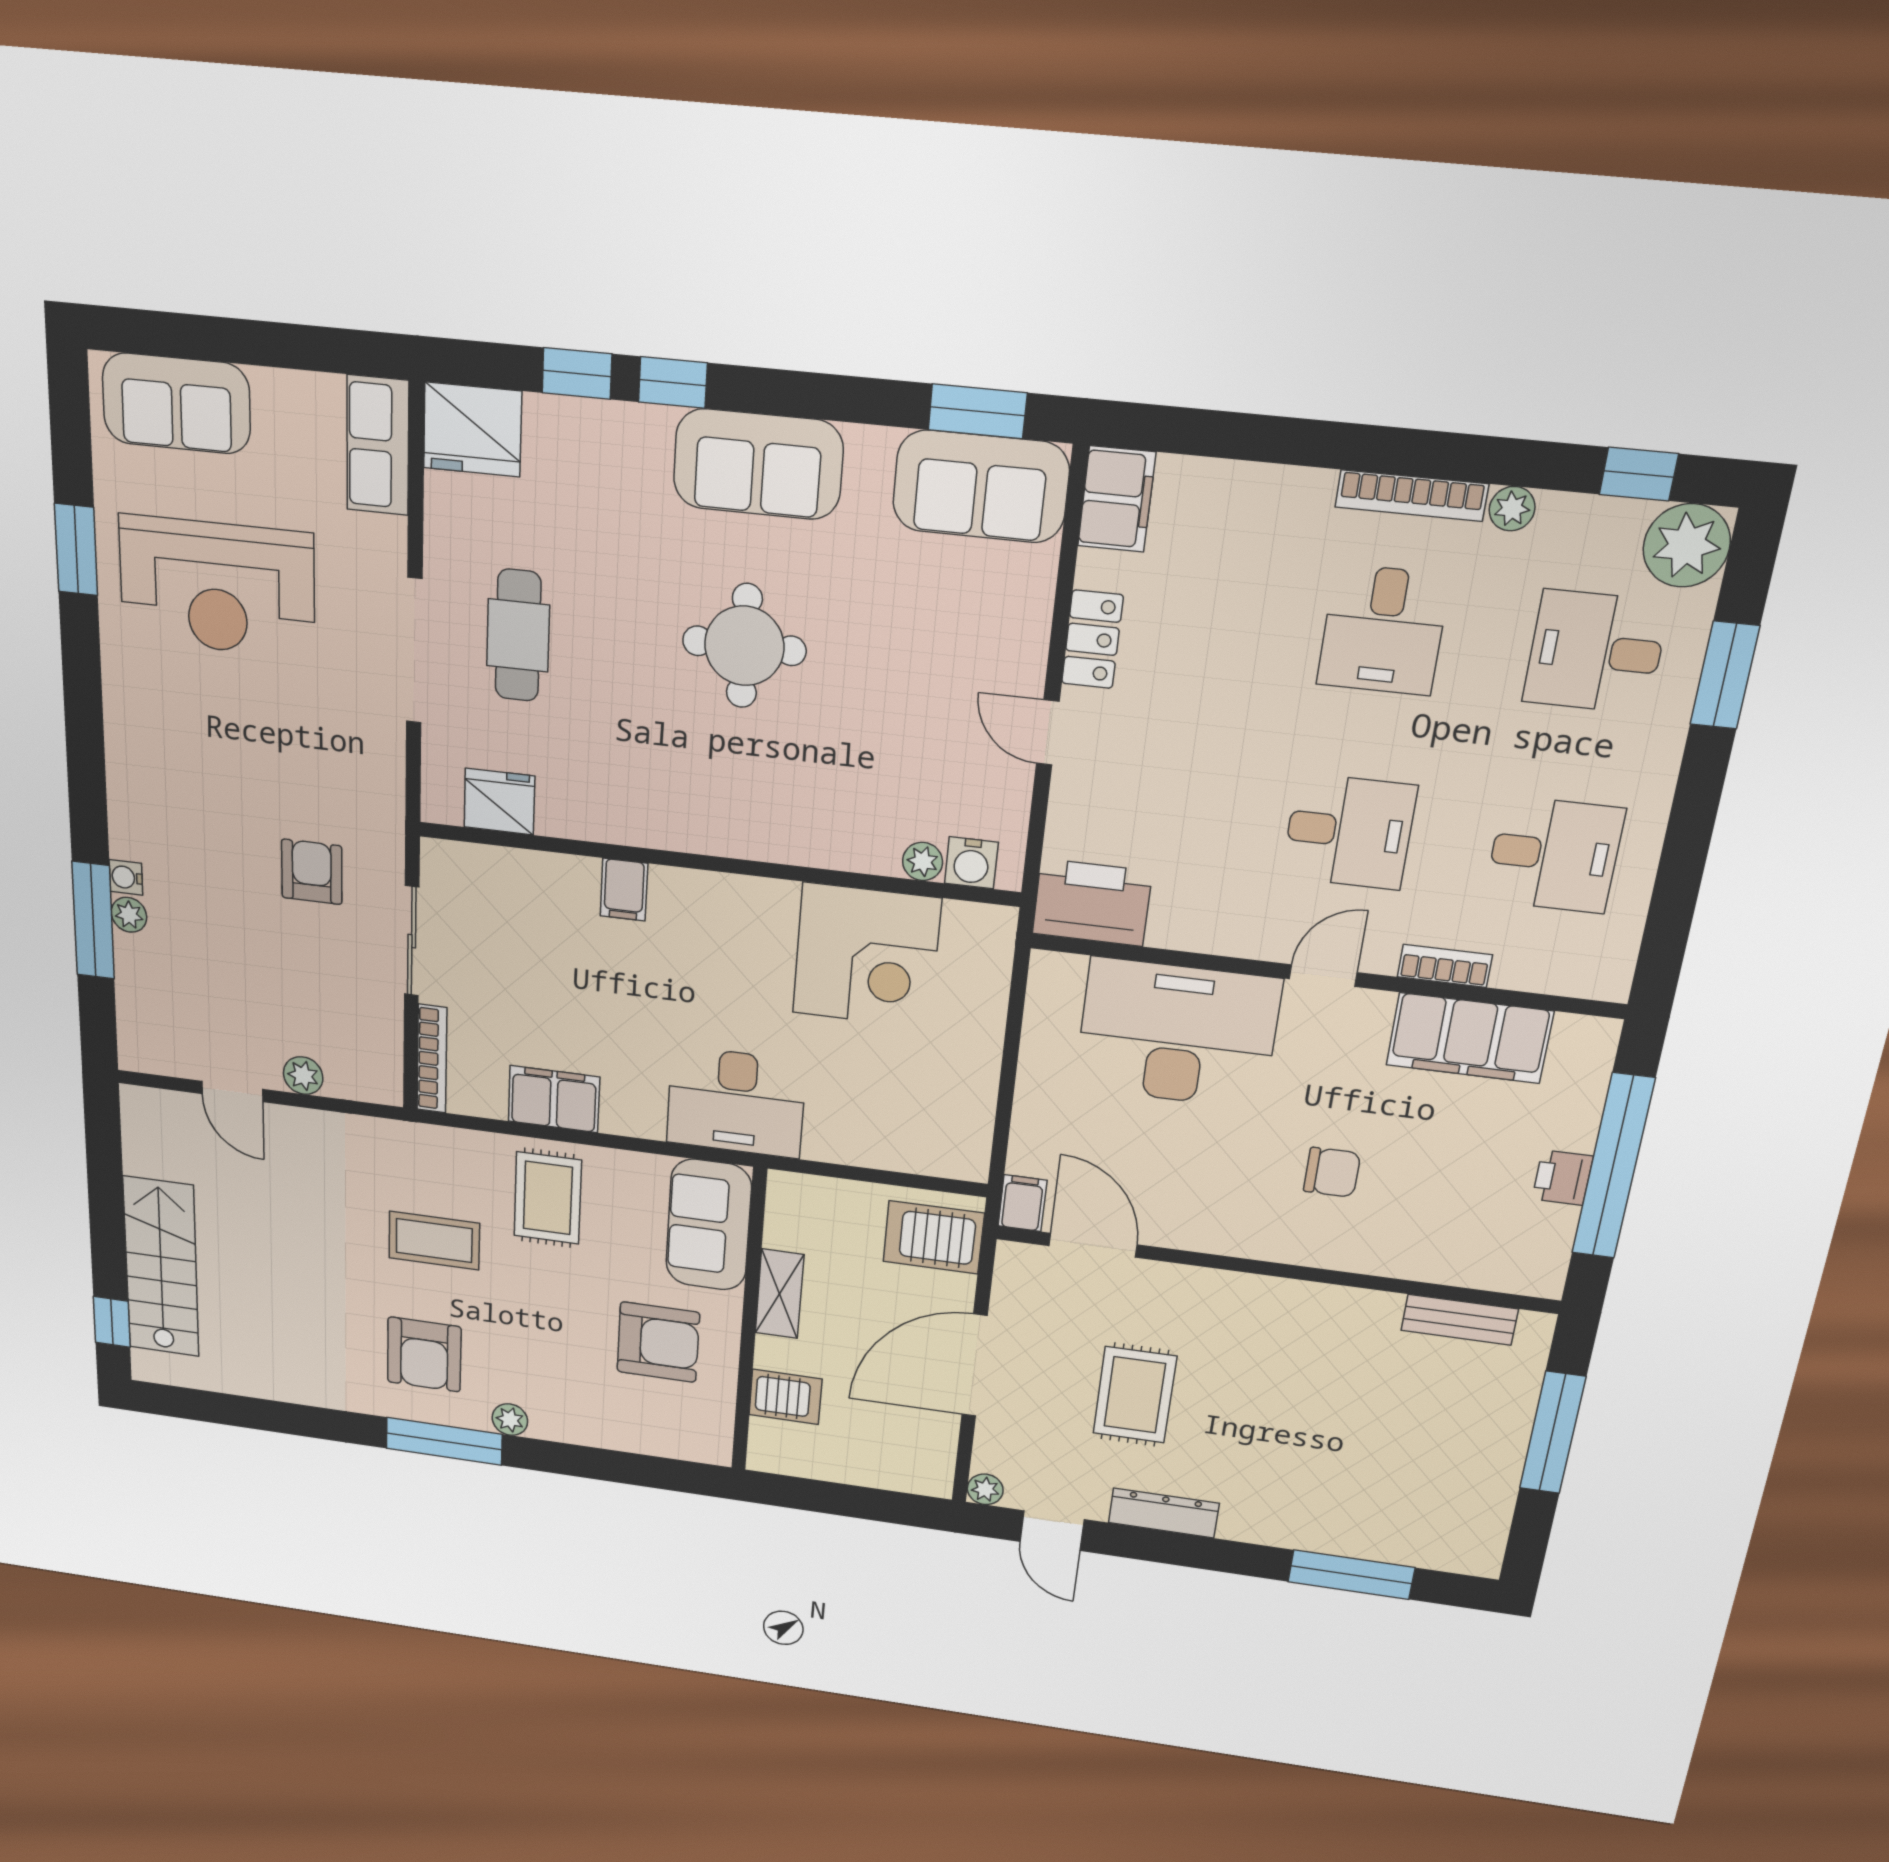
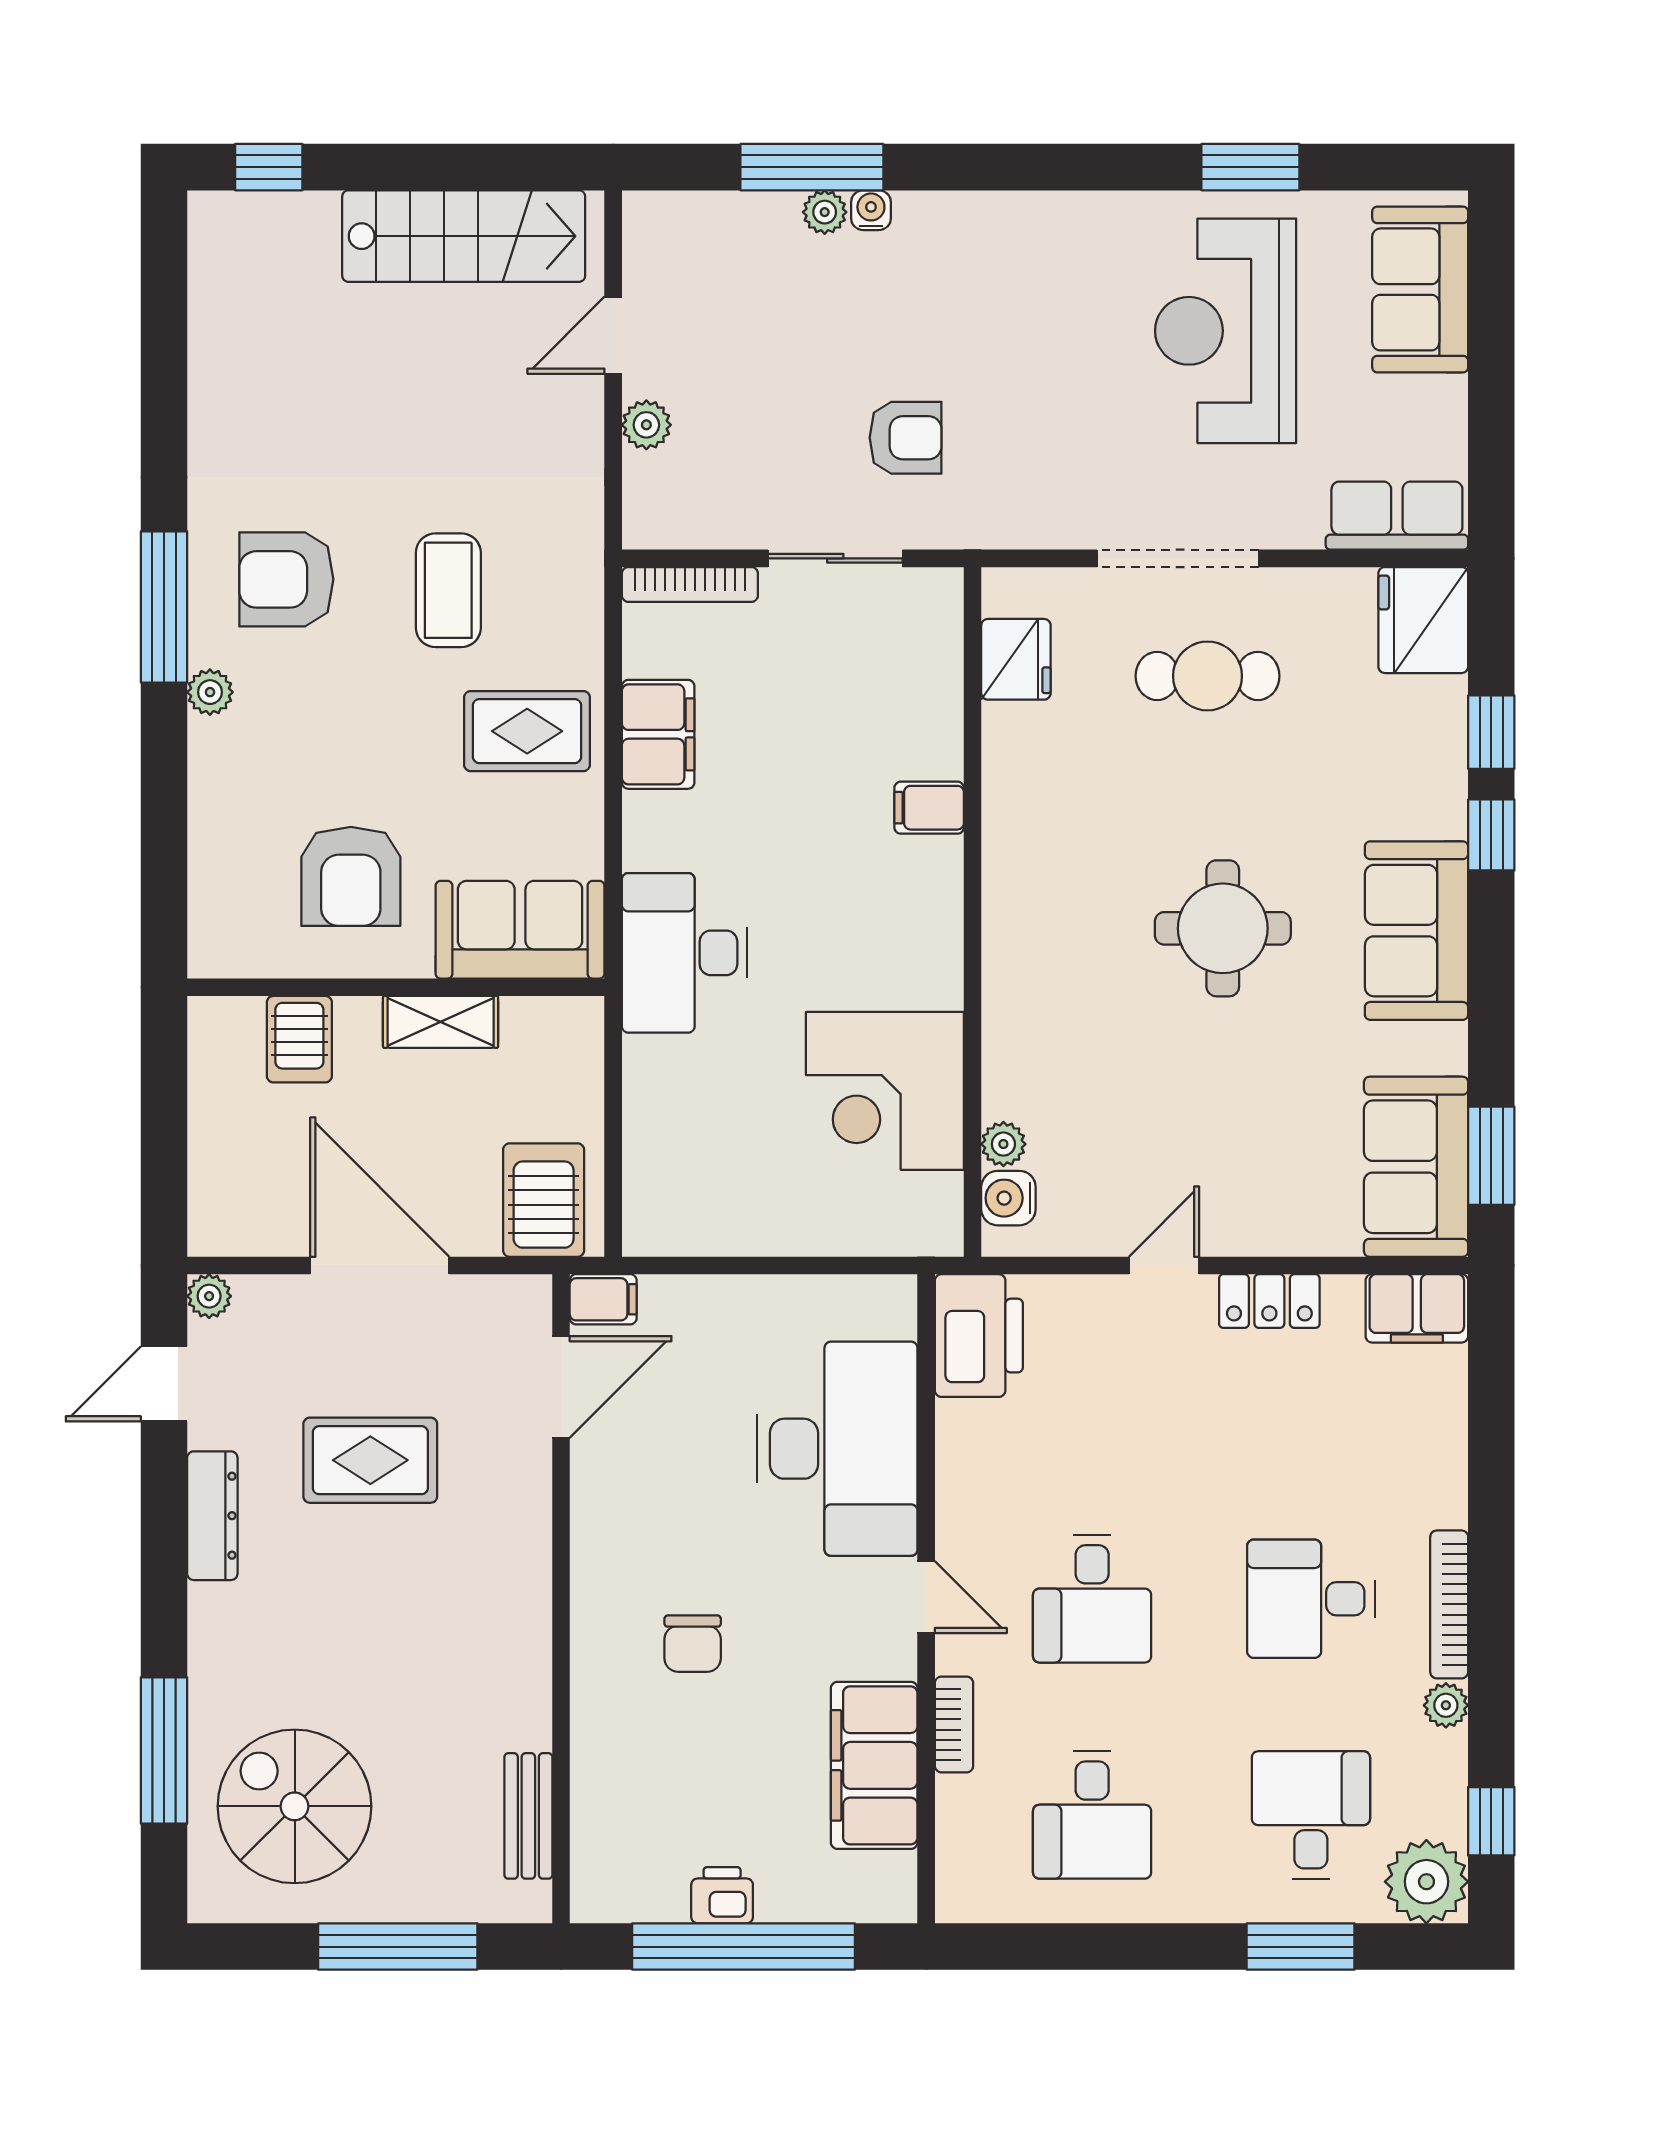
stairs: (161, 1267) -> (464, 236), moved
spiral stairs: (1416, 1490) -> (295, 1806), added

